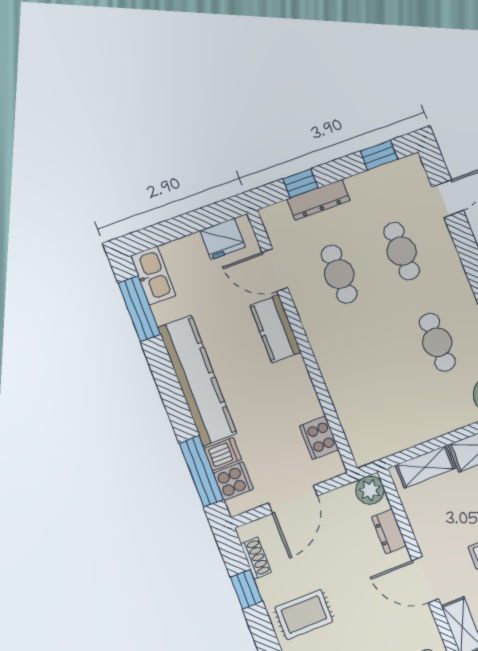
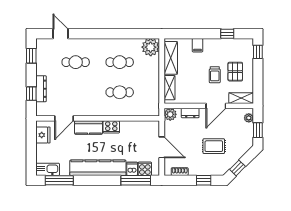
cafe table: (339, 274) -> (120, 92), moved
cooker: (319, 438) -> (111, 127), moved
window: (246, 589) -> (204, 180), moved
rug: (304, 614) -> (214, 146), moved, turned 90

